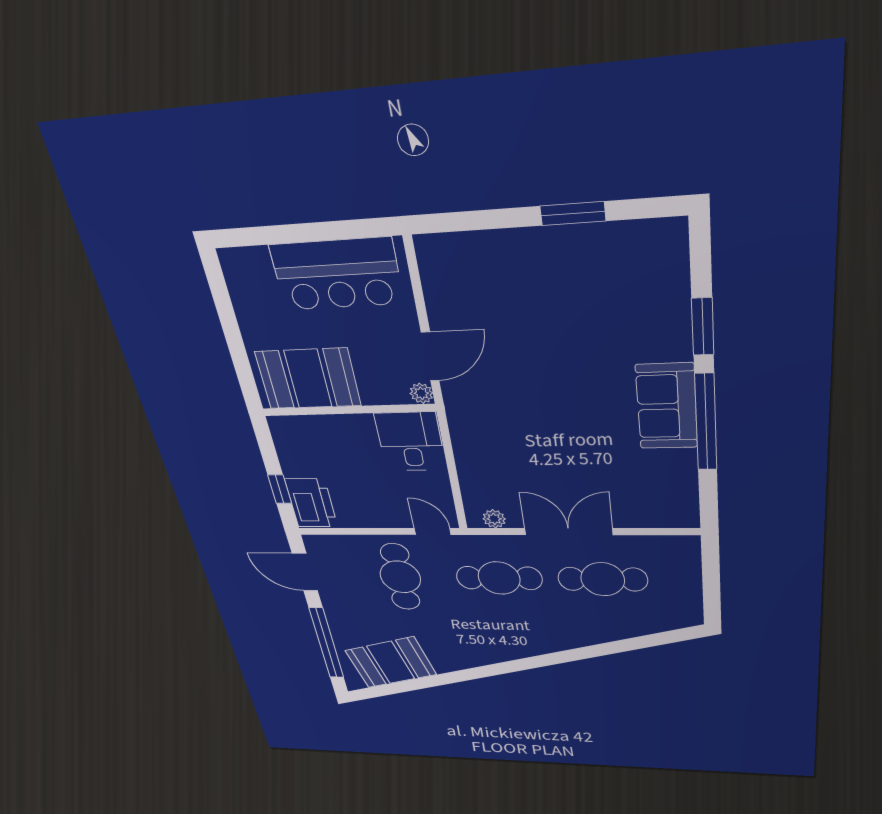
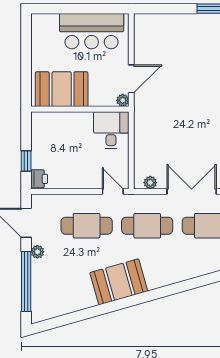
printer: (311, 503) -> (39, 179), width x0.53, depth x0.68
cafe table: (400, 577) -> (87, 226), turned 90
plant: (333, 608) -> (37, 252), added
booth: (391, 662) -> (119, 282), moved

